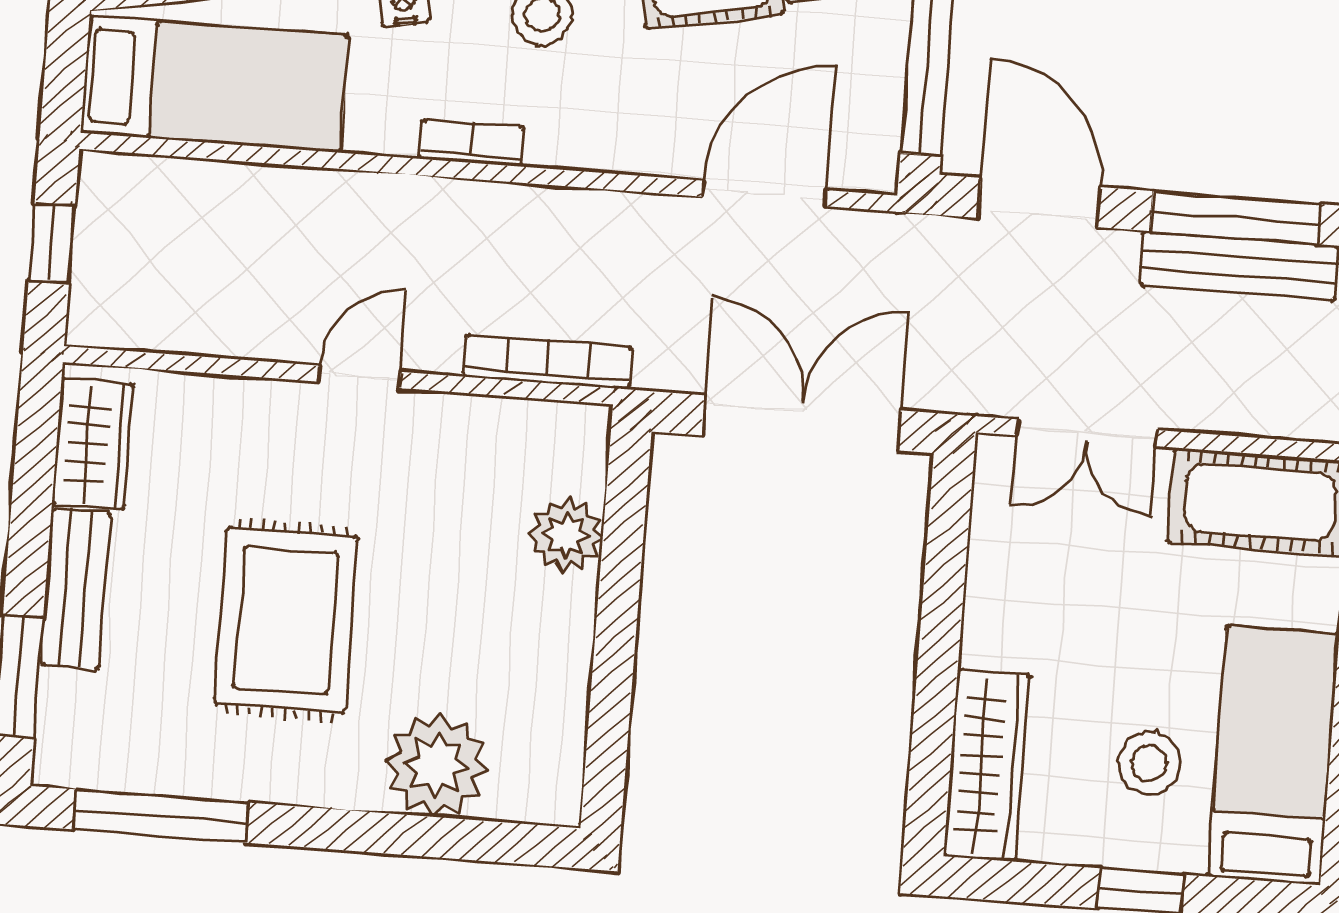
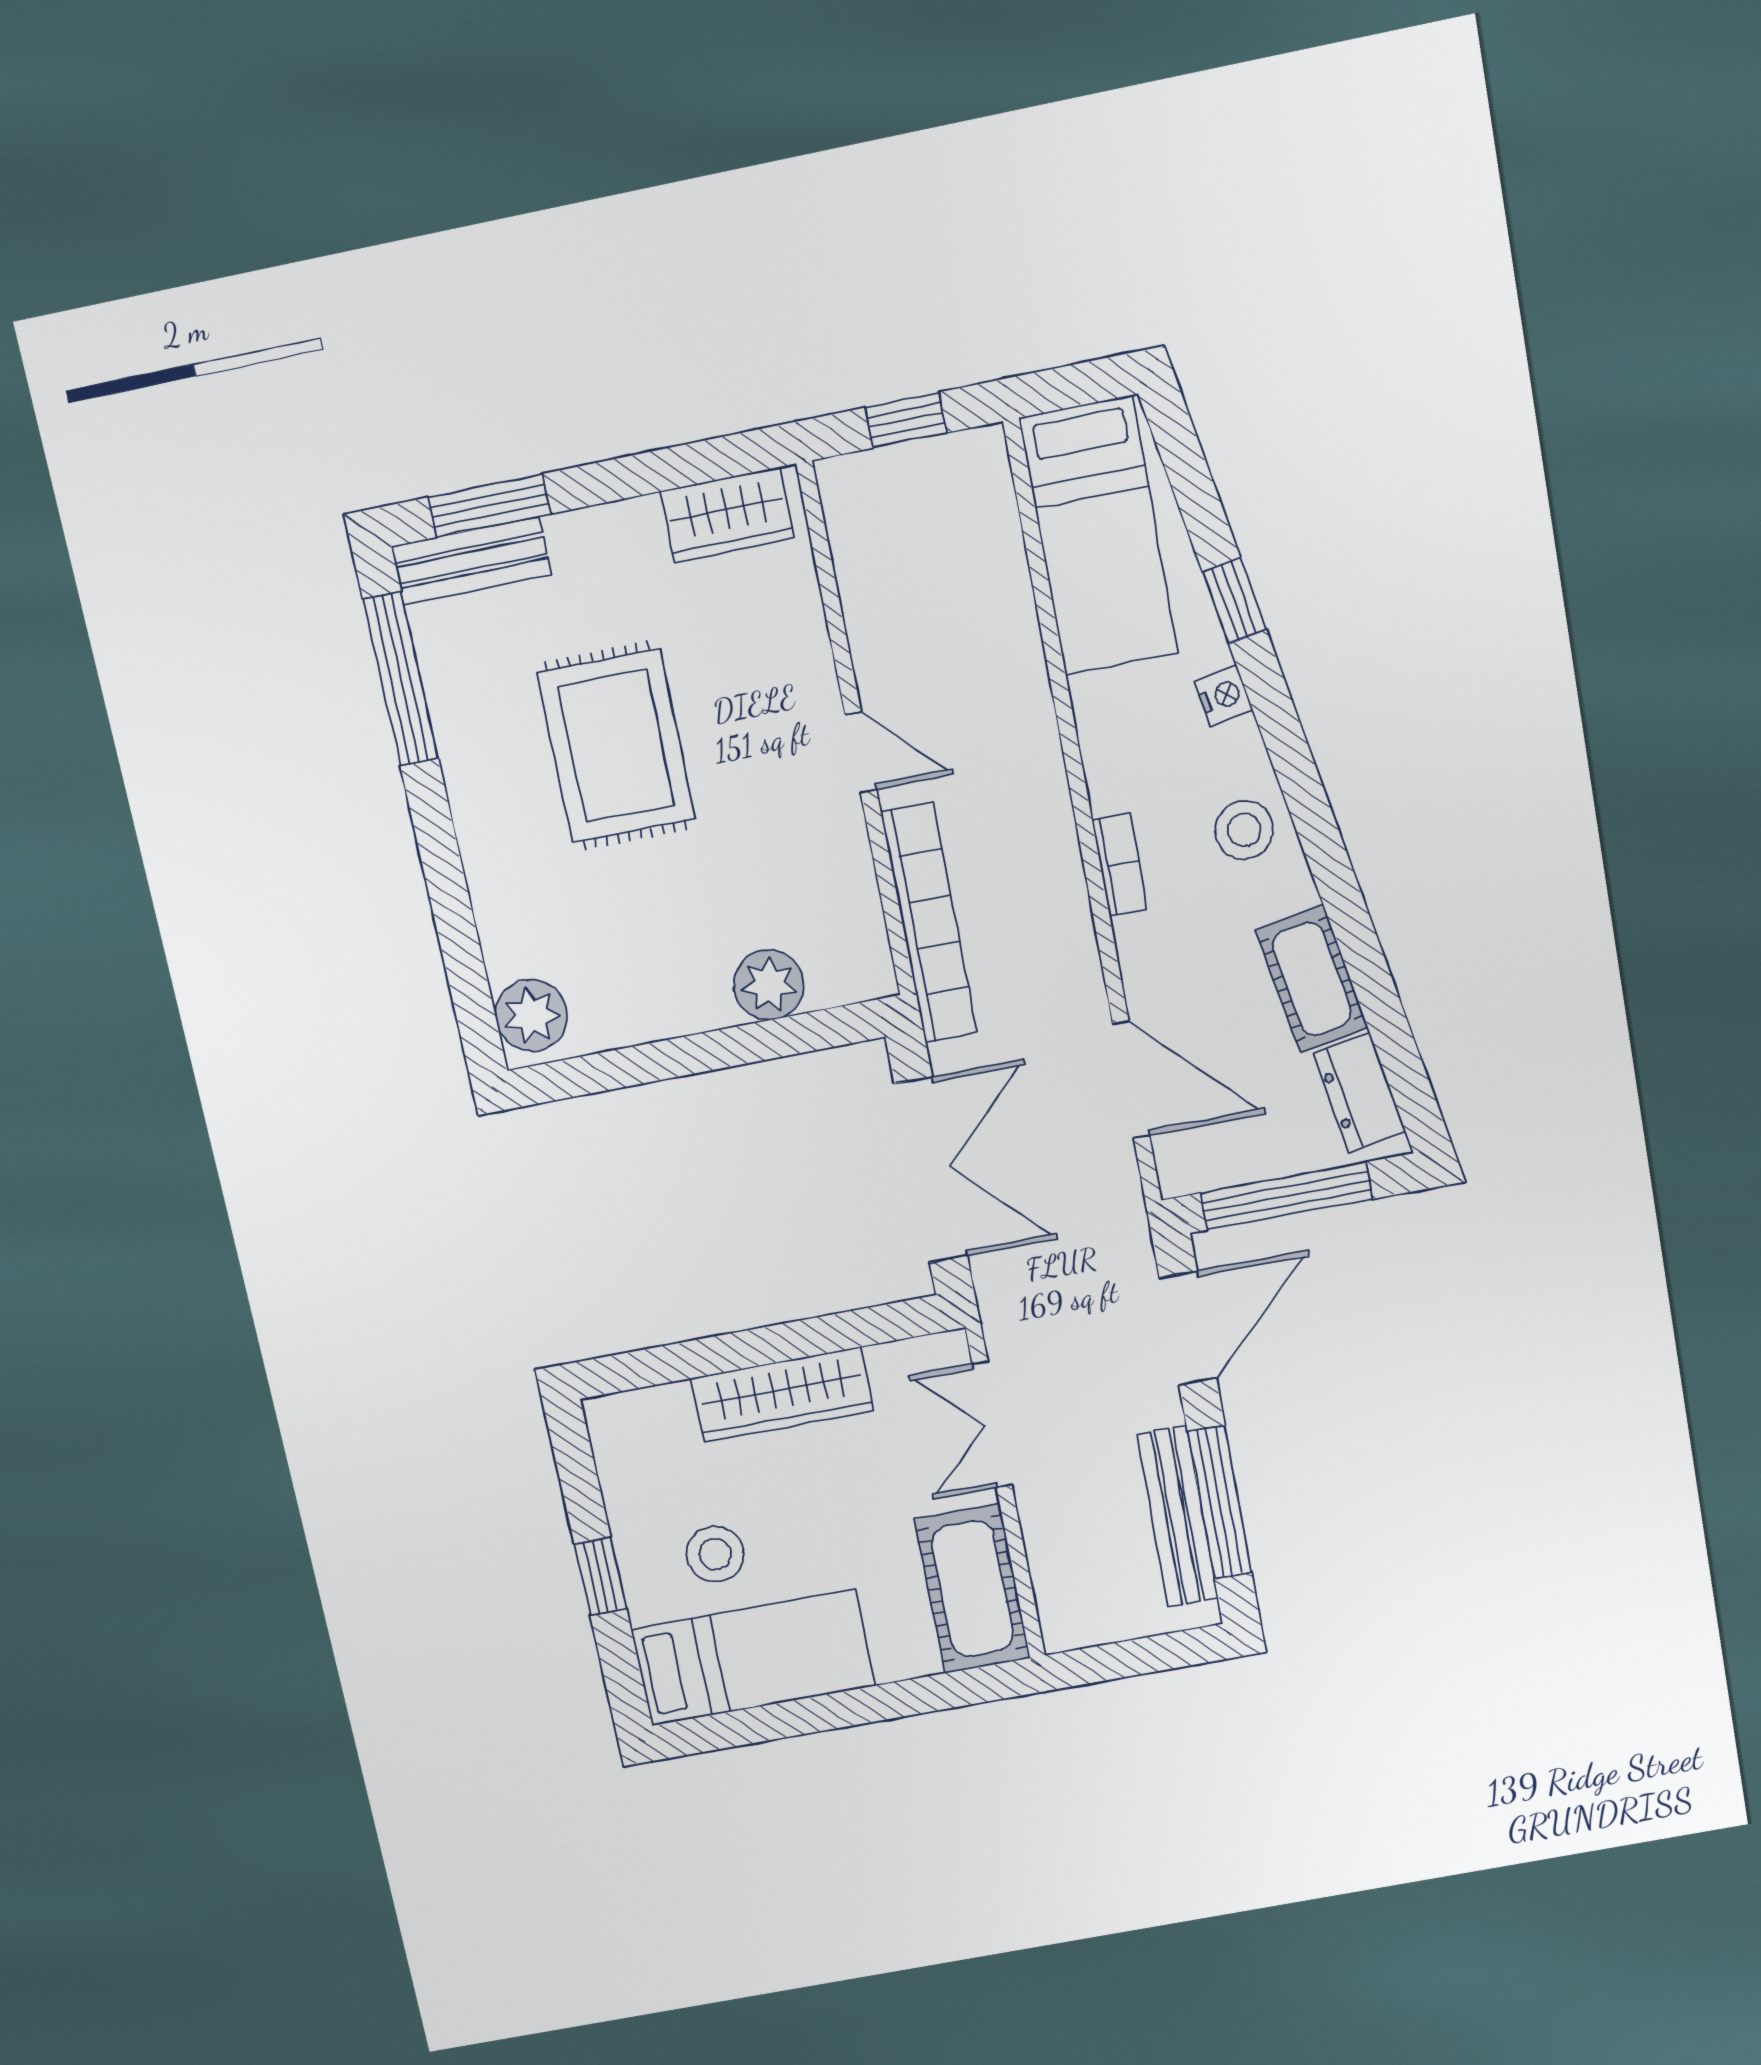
bookcase: (472, 143) -> (1120, 865), moved
bookcase: (548, 362) -> (929, 923), width x1.48, depth x1.31
bench: (75, 589) -> (472, 561), moved
rug: (286, 620) -> (616, 746), turned 90
plant: (437, 765) -> (531, 1015), moved, width x0.73, depth x0.73
wardrobe: (986, 765) -> (782, 1395), moved

